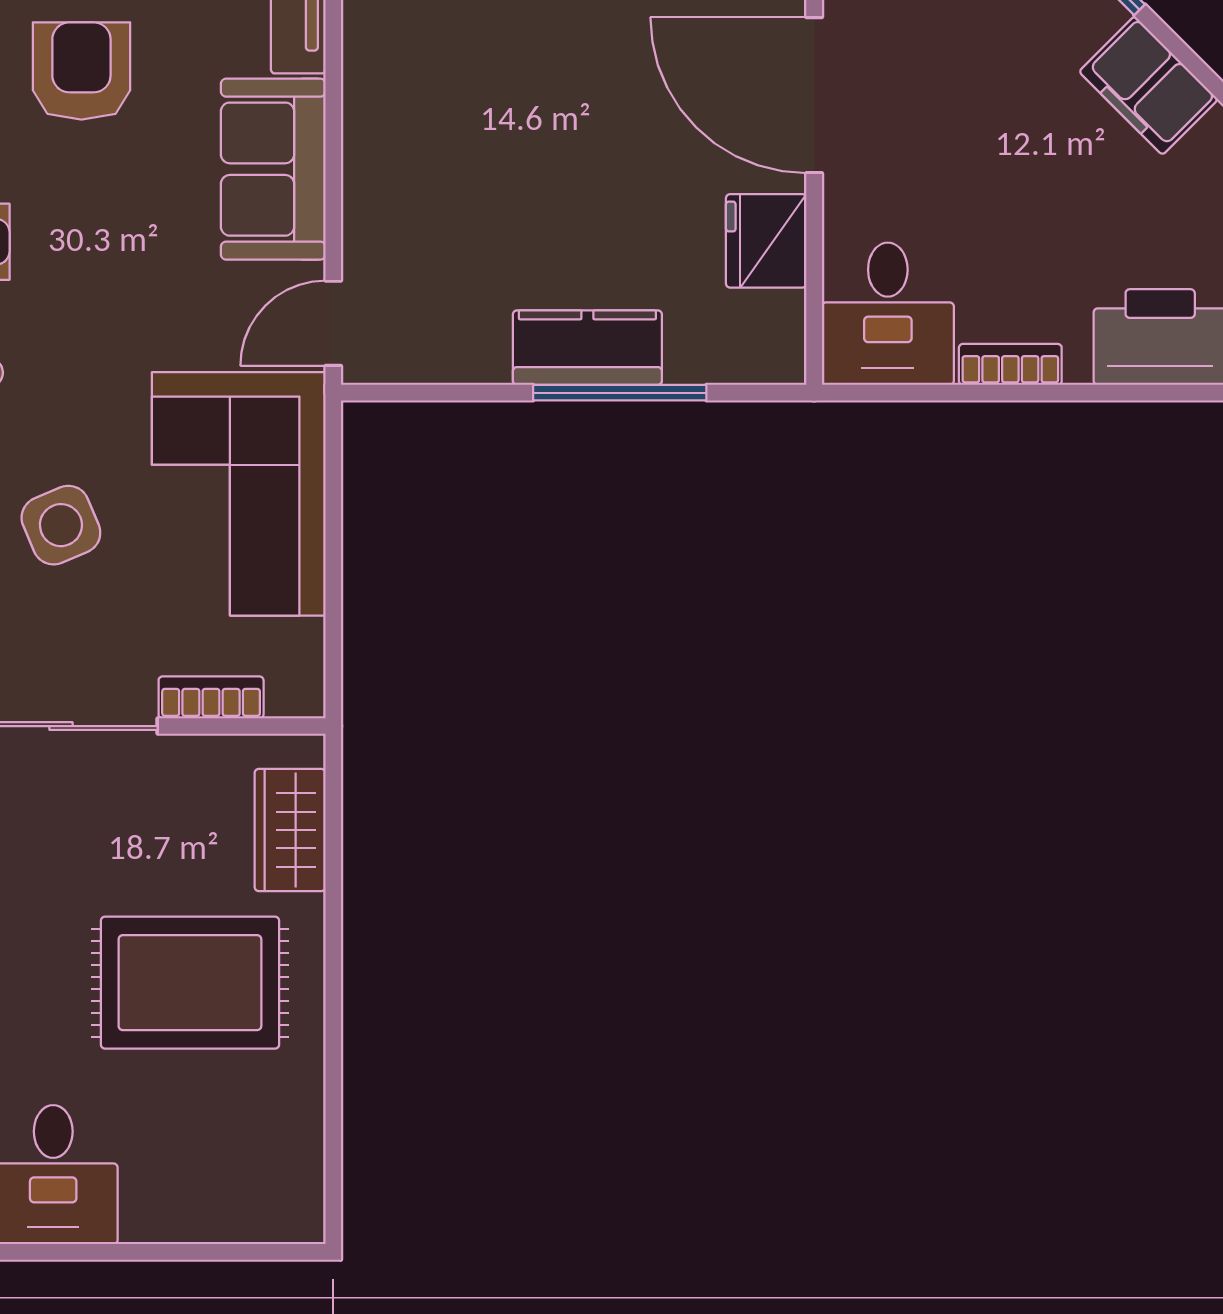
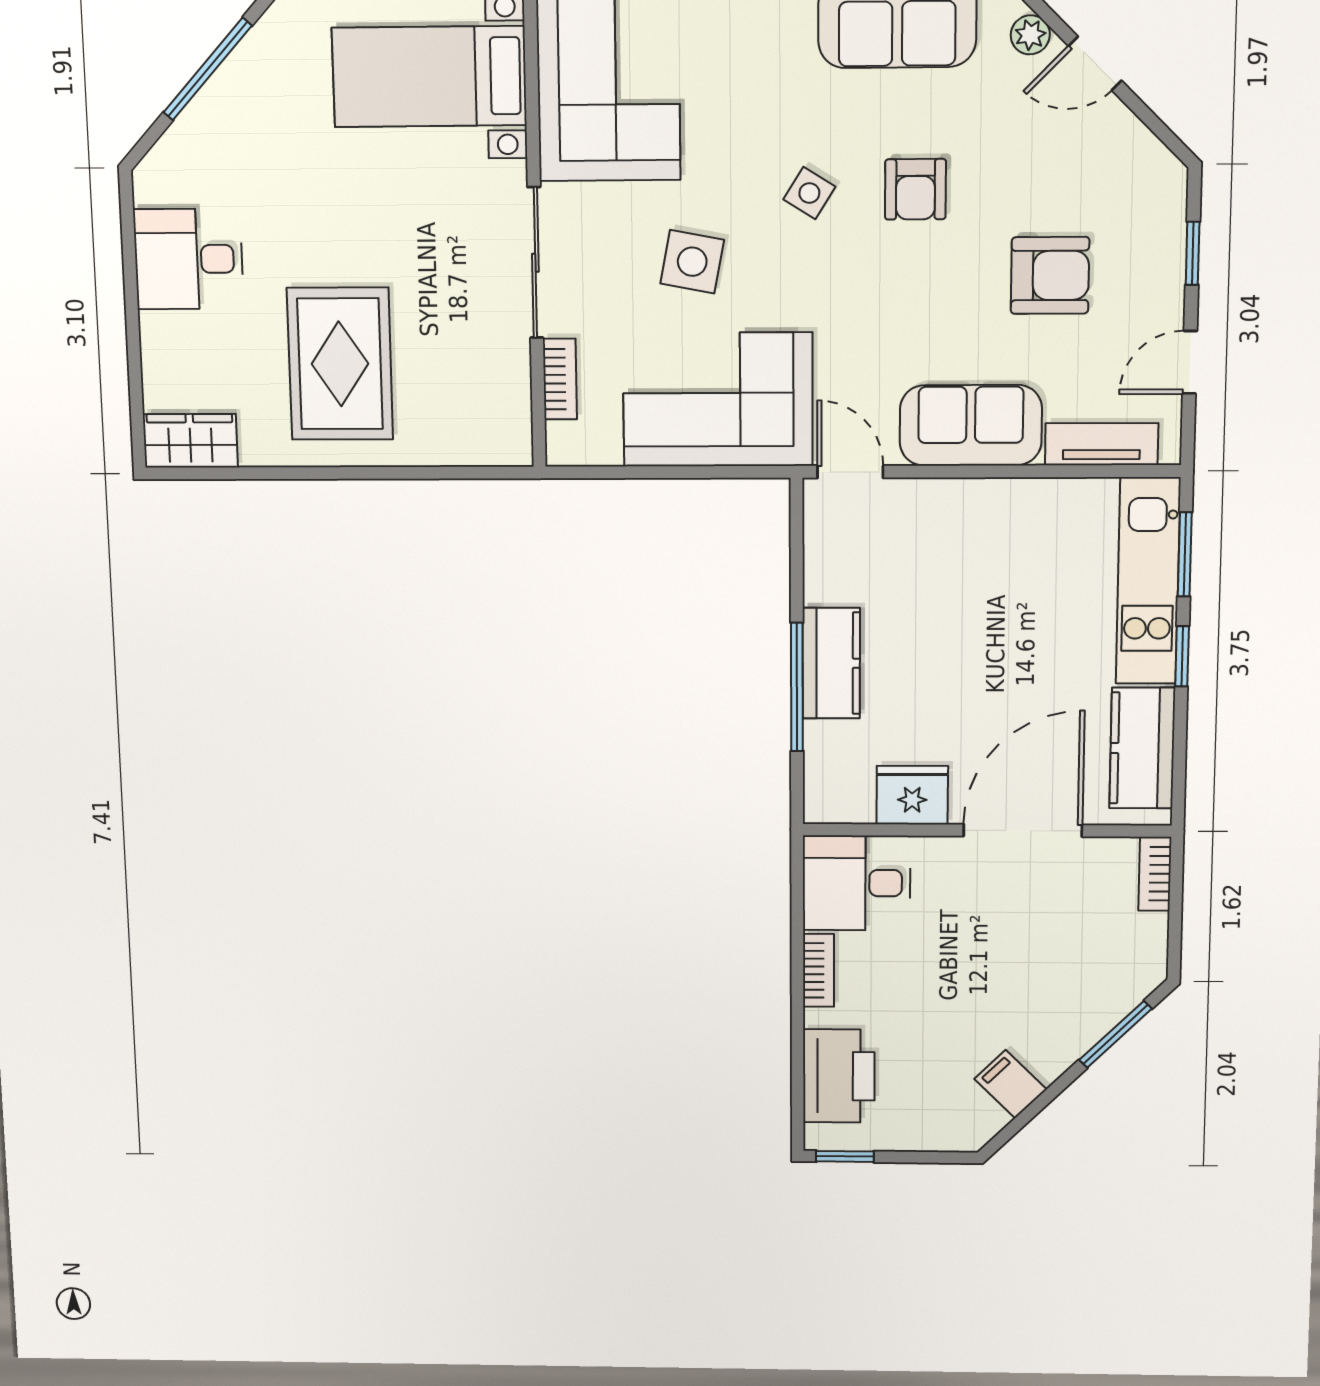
filing cabinet: (1148, 86) -> (1010, 1084), width x0.50
side table: (61, 525) -> (692, 262), turned 34
wardrobe: (290, 830) -> (190, 441), moved

